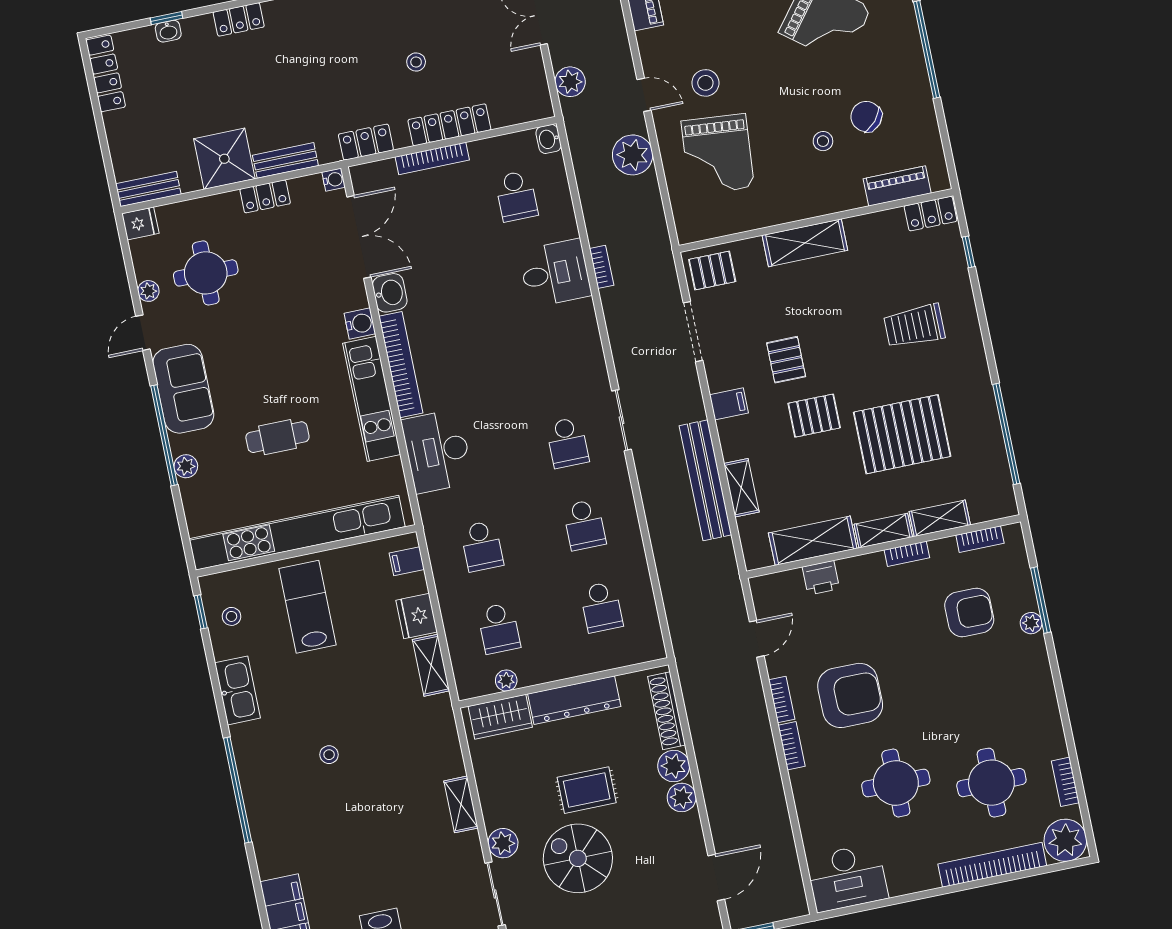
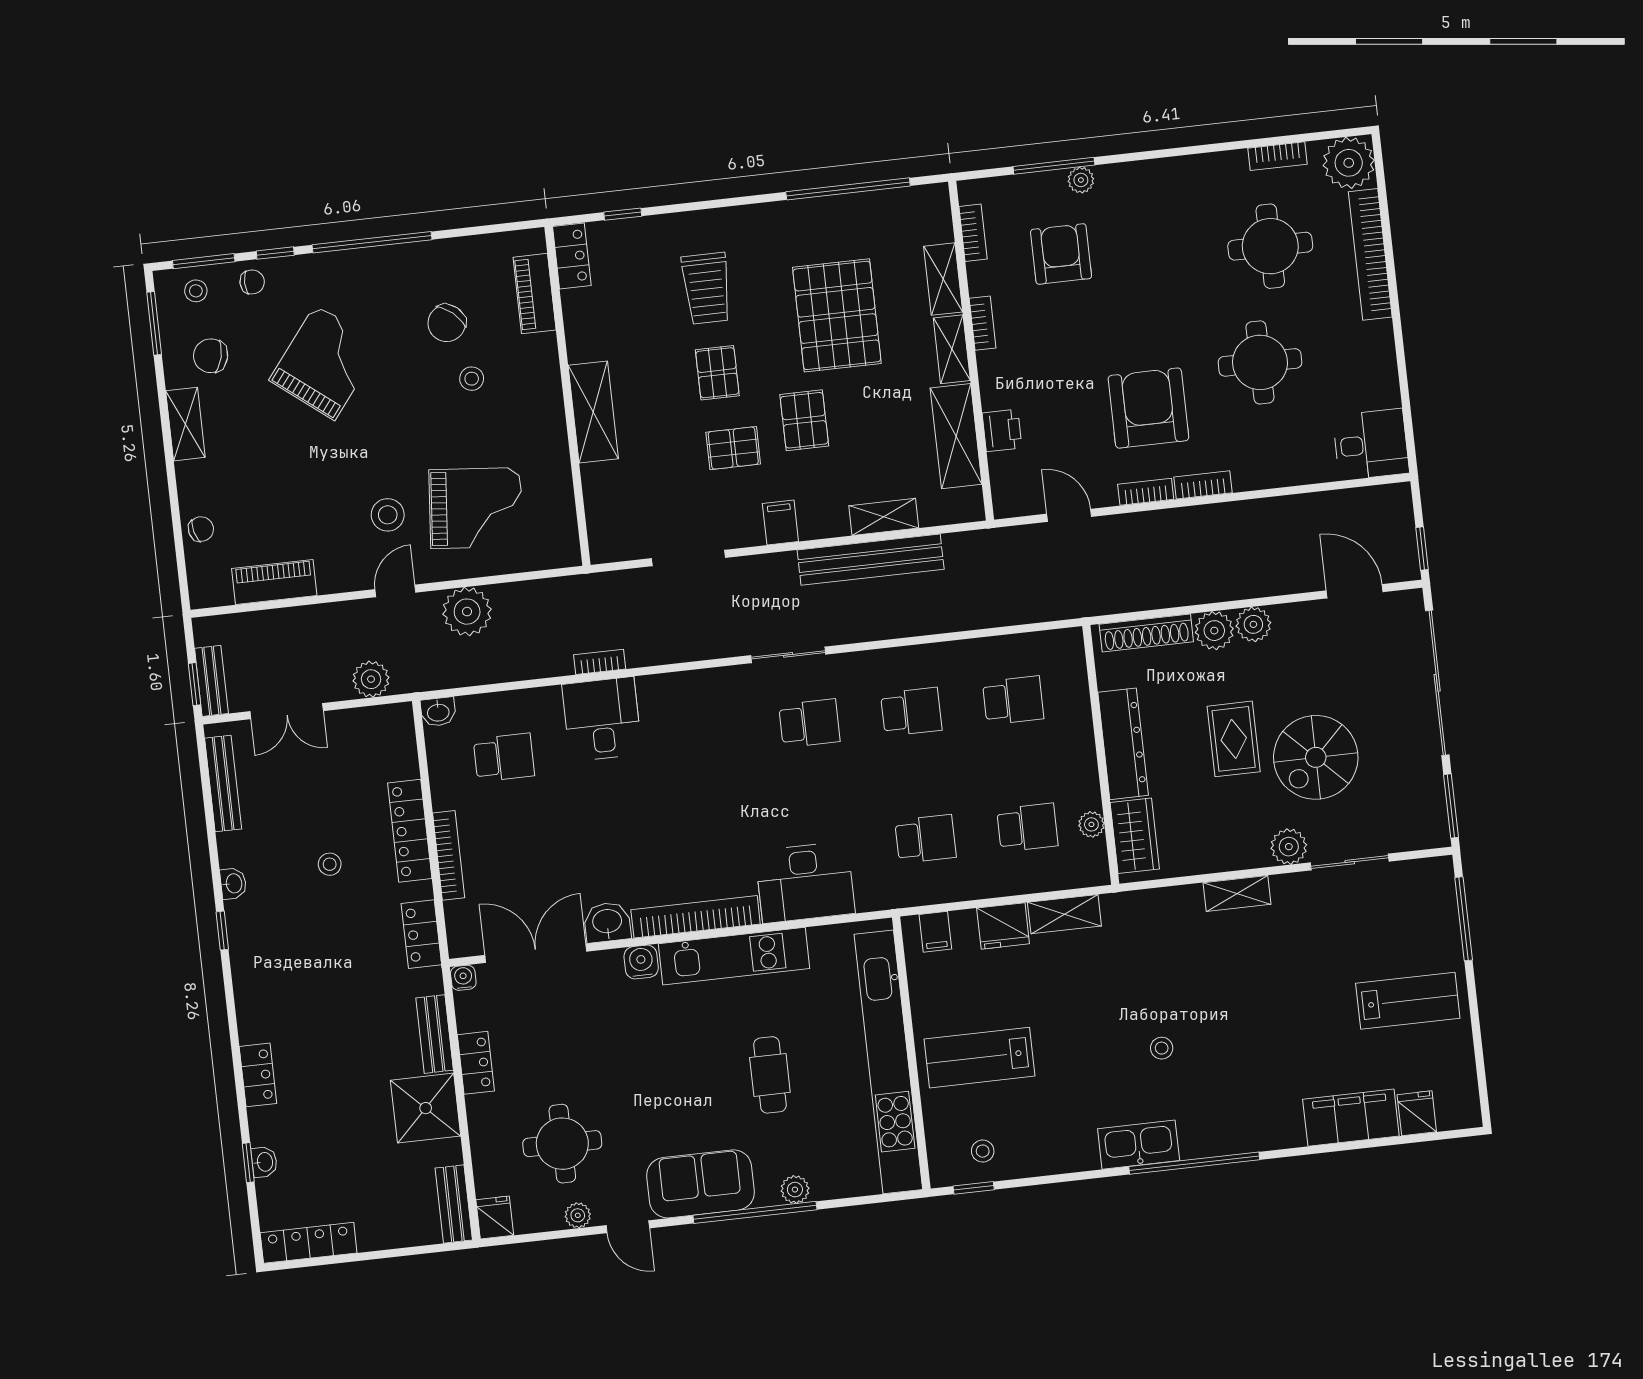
pallet: (712, 271) -> (717, 373), moved
kitchen sink: (238, 690) -> (1139, 1145), moved
desk: (847, 878) -> (1371, 444), width x0.73

